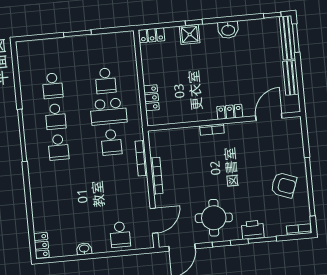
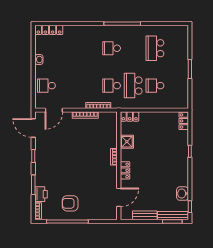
washbasin: (228, 30) -> (182, 194), moved
shower: (190, 34) -> (127, 142), moved
school desk: (53, 86) -> (155, 48), width x1.85
locker: (151, 98) -> (130, 117), moved
school desk: (55, 116) -> (133, 48), removed
door: (269, 117) -> (119, 197), hinge flipped
armchair: (284, 185) -> (70, 203), turned 70
round table: (214, 218) -> (52, 152), removed
door: (154, 221) -> (54, 110), hinge flipped
printer: (253, 230) -> (41, 194), moved
locker: (41, 245) -> (49, 30), width x1.53

